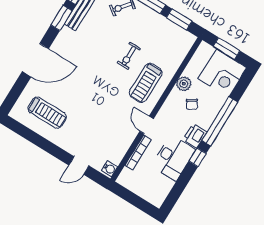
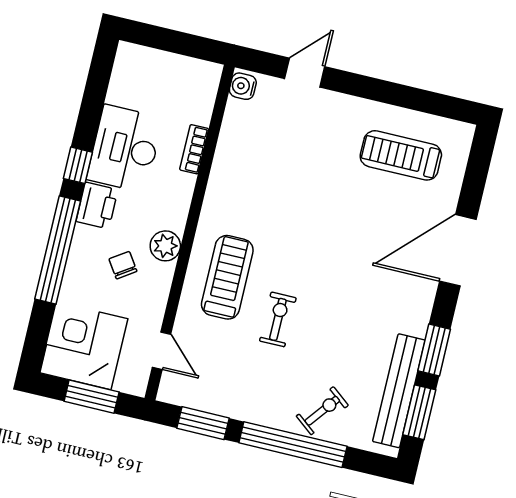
plant: (184, 84) -> (165, 246), moved
door: (147, 125) -> (161, 351), moved
bookcase: (138, 152) -> (194, 149), width x0.64

